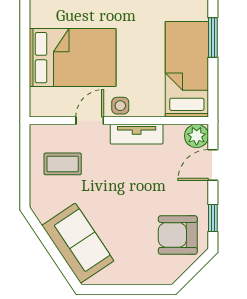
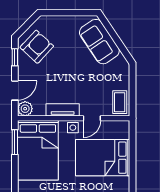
window: (213, 37) -> (15, 142), moved
bed: (187, 69) -> (38, 150), width x1.50
coffee table: (63, 164) -> (120, 102), moved, turned 90
armchair: (178, 235) -> (37, 47), turned -47

